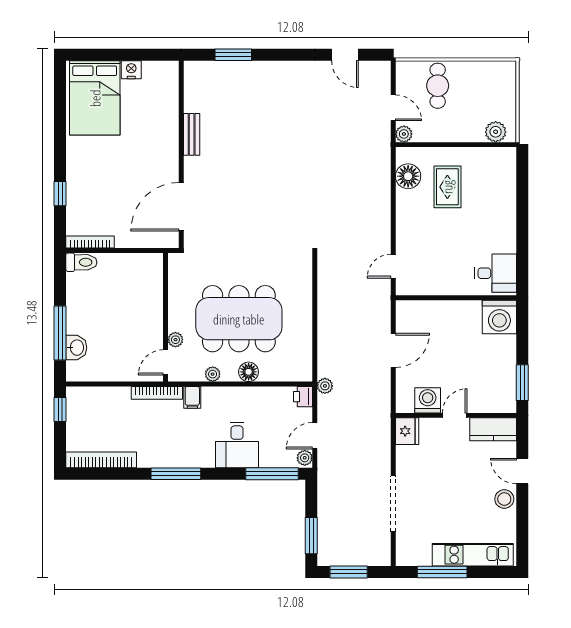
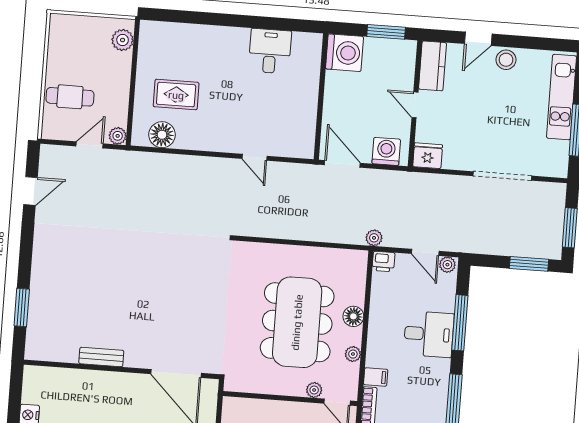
wall: (456, 298) -> (321, 96), moved
washing machine: (499, 317) -> (344, 53), moved
washing machine: (428, 400) -> (386, 151), moved, turned 90
window: (272, 474) -> (460, 323), moved

